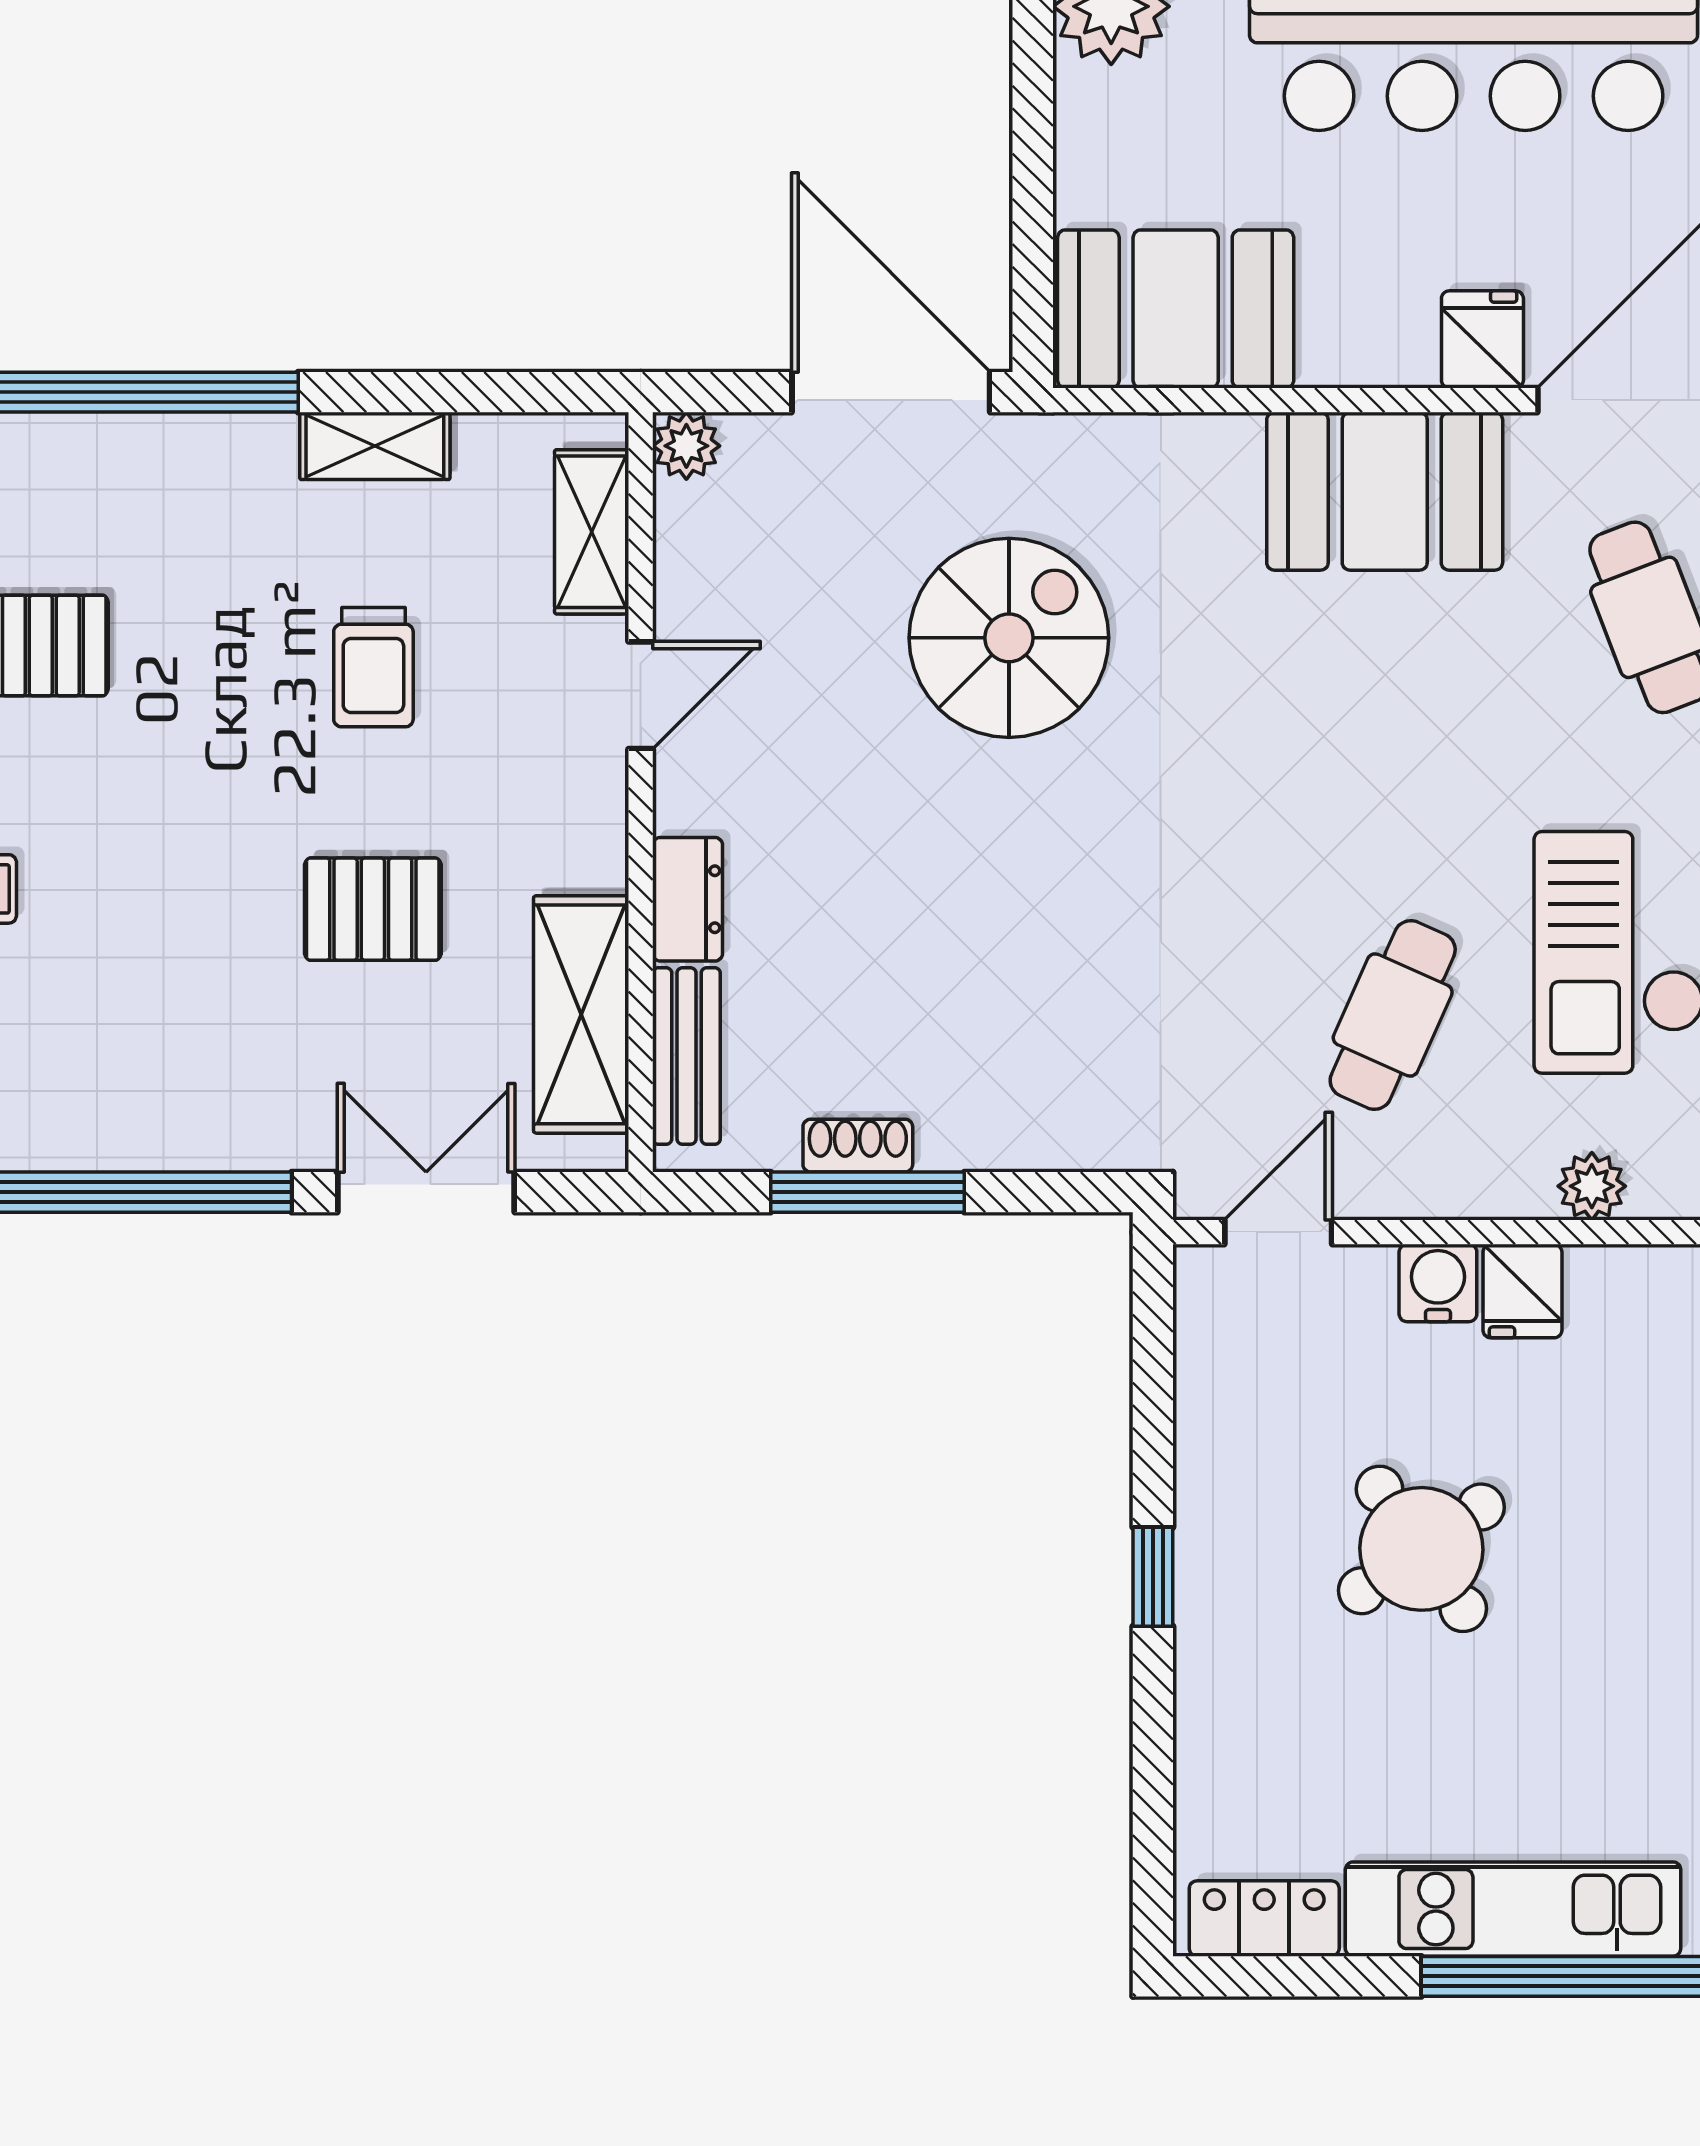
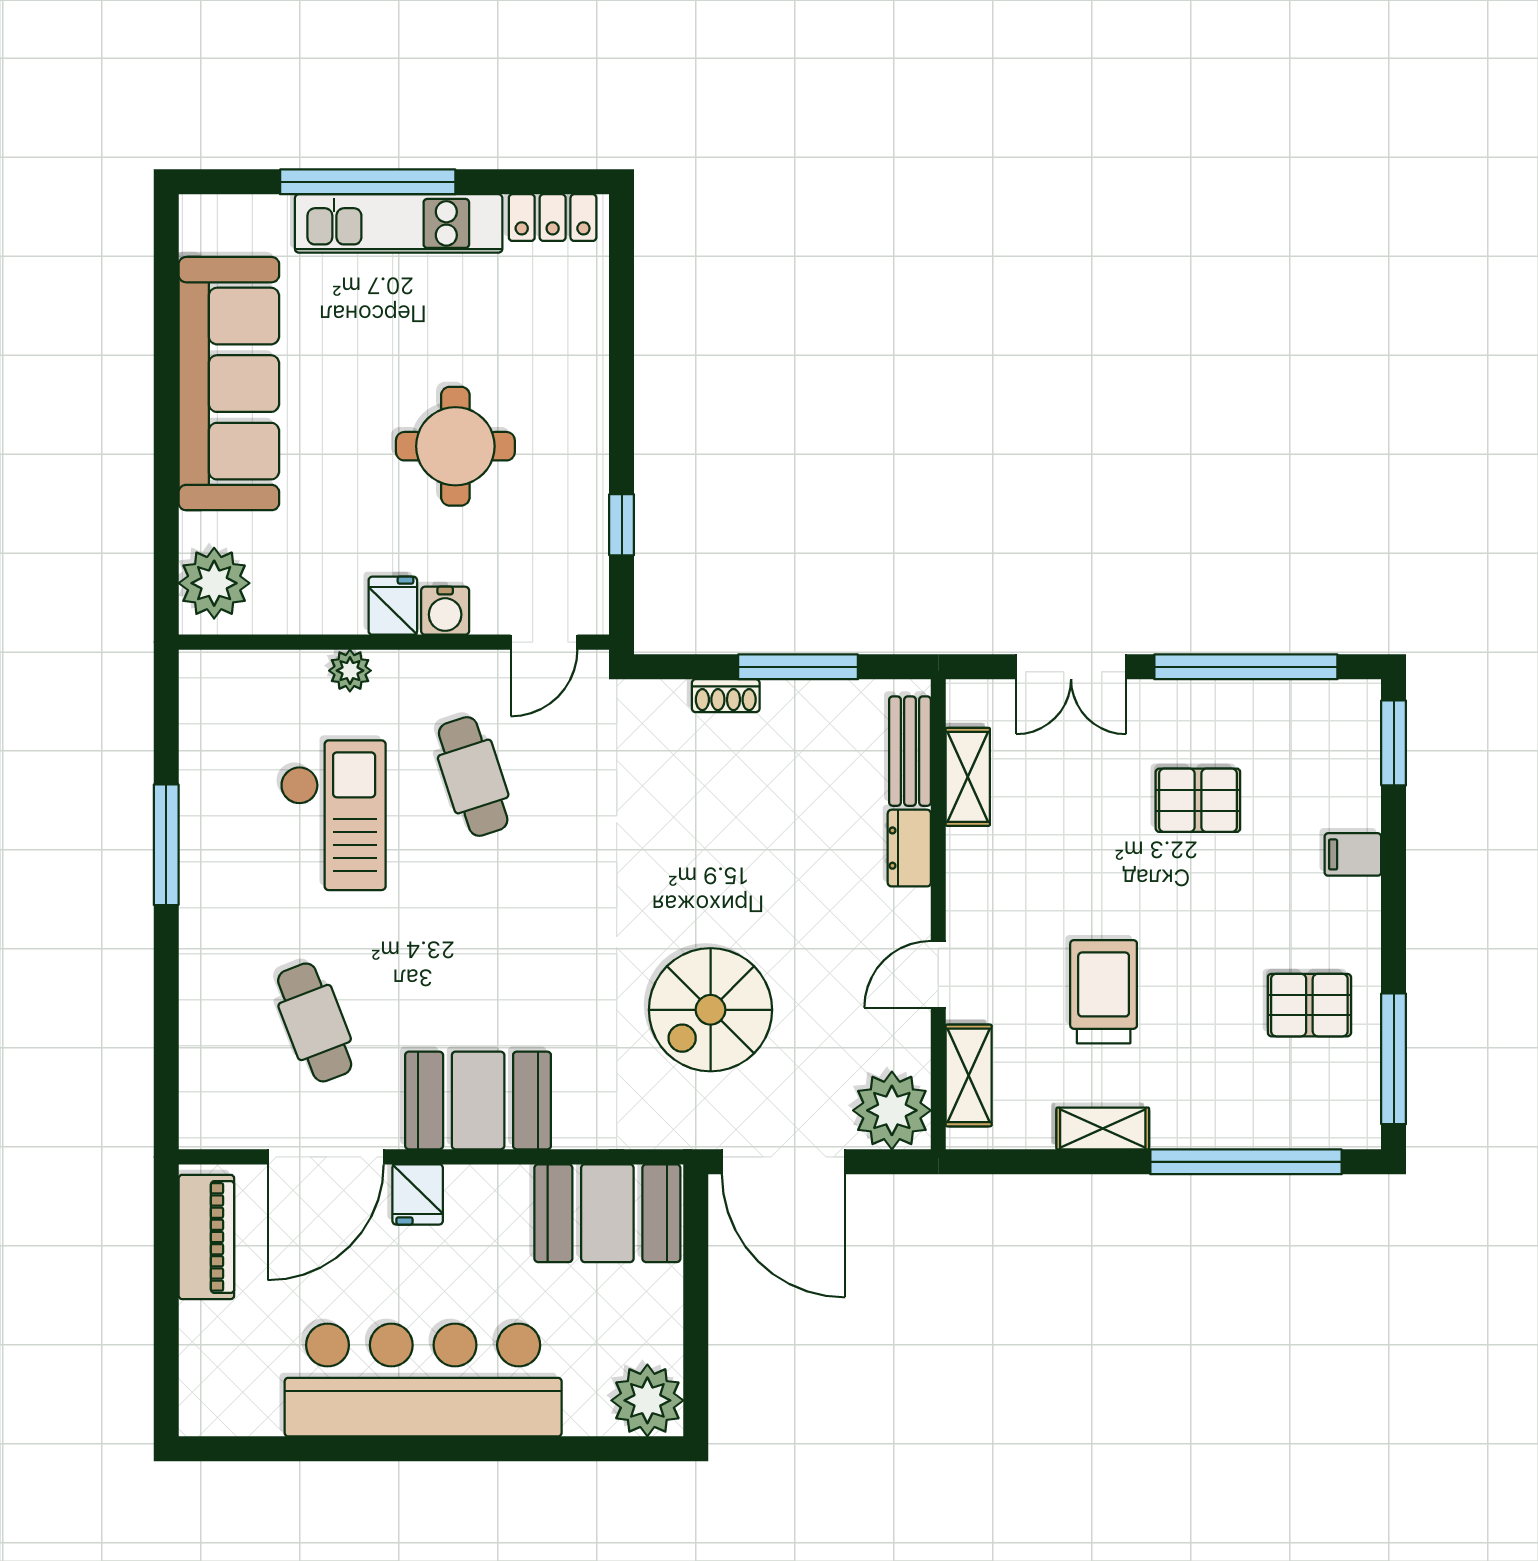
plant: (686, 446) -> (892, 1110), width x1.88, depth x1.88
trolley: (373, 667) -> (1104, 992), width x1.36, depth x1.39
pallet: (373, 909) -> (1198, 800), moved
shelving: (581, 1014) -> (968, 777), width x0.67, depth x0.75
cafe table: (1393, 1015) -> (473, 776), turned -42
shoe rack: (858, 1146) -> (726, 696), moved
round table: (1421, 1549) -> (455, 446), turned 35
window: (1153, 1577) -> (622, 525), moved

